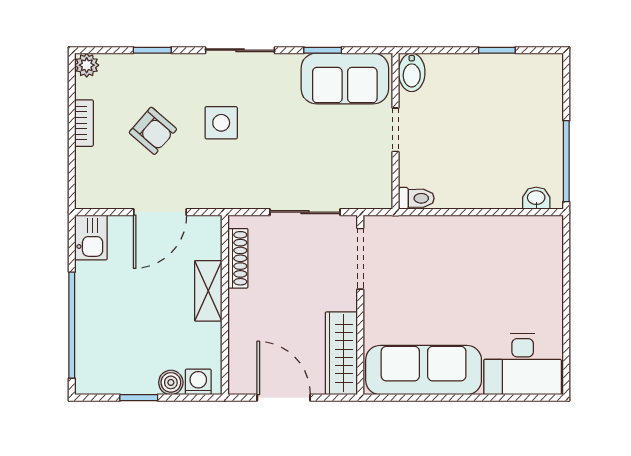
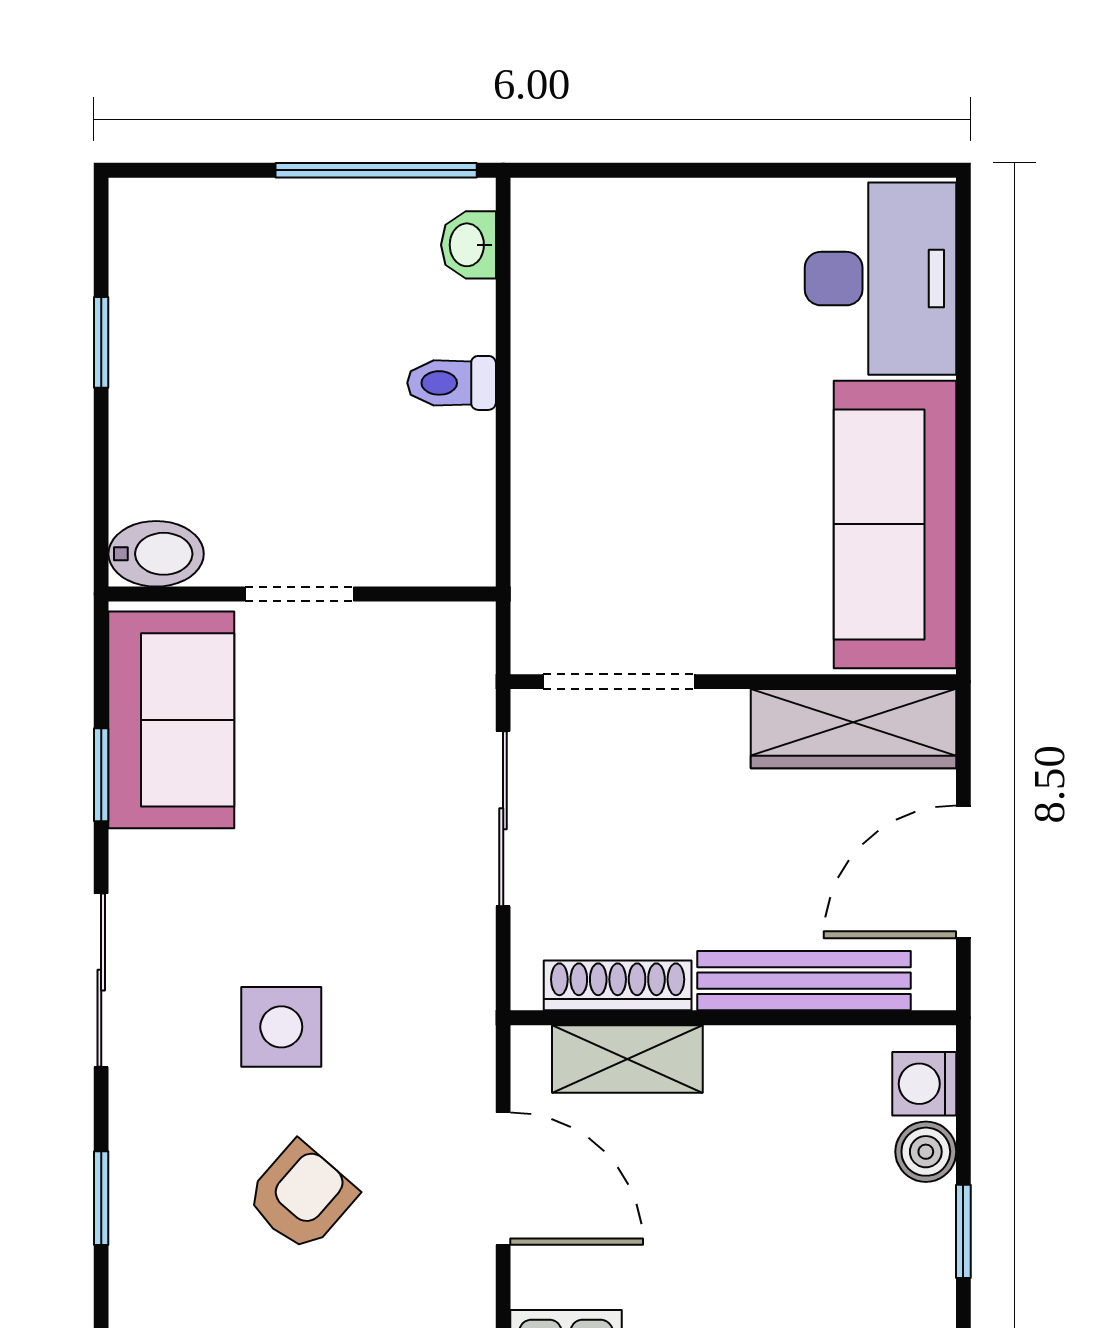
toilet: (416, 198) -> (452, 383), moved, turned -90
shelving: (208, 291) -> (627, 1059), moved
bench: (240, 333) -> (804, 981), added

